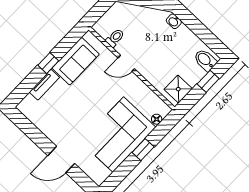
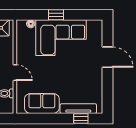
window: (48, 63) -> (81, 118), moved
tv unit: (44, 85) -> (78, 109), width x1.41

